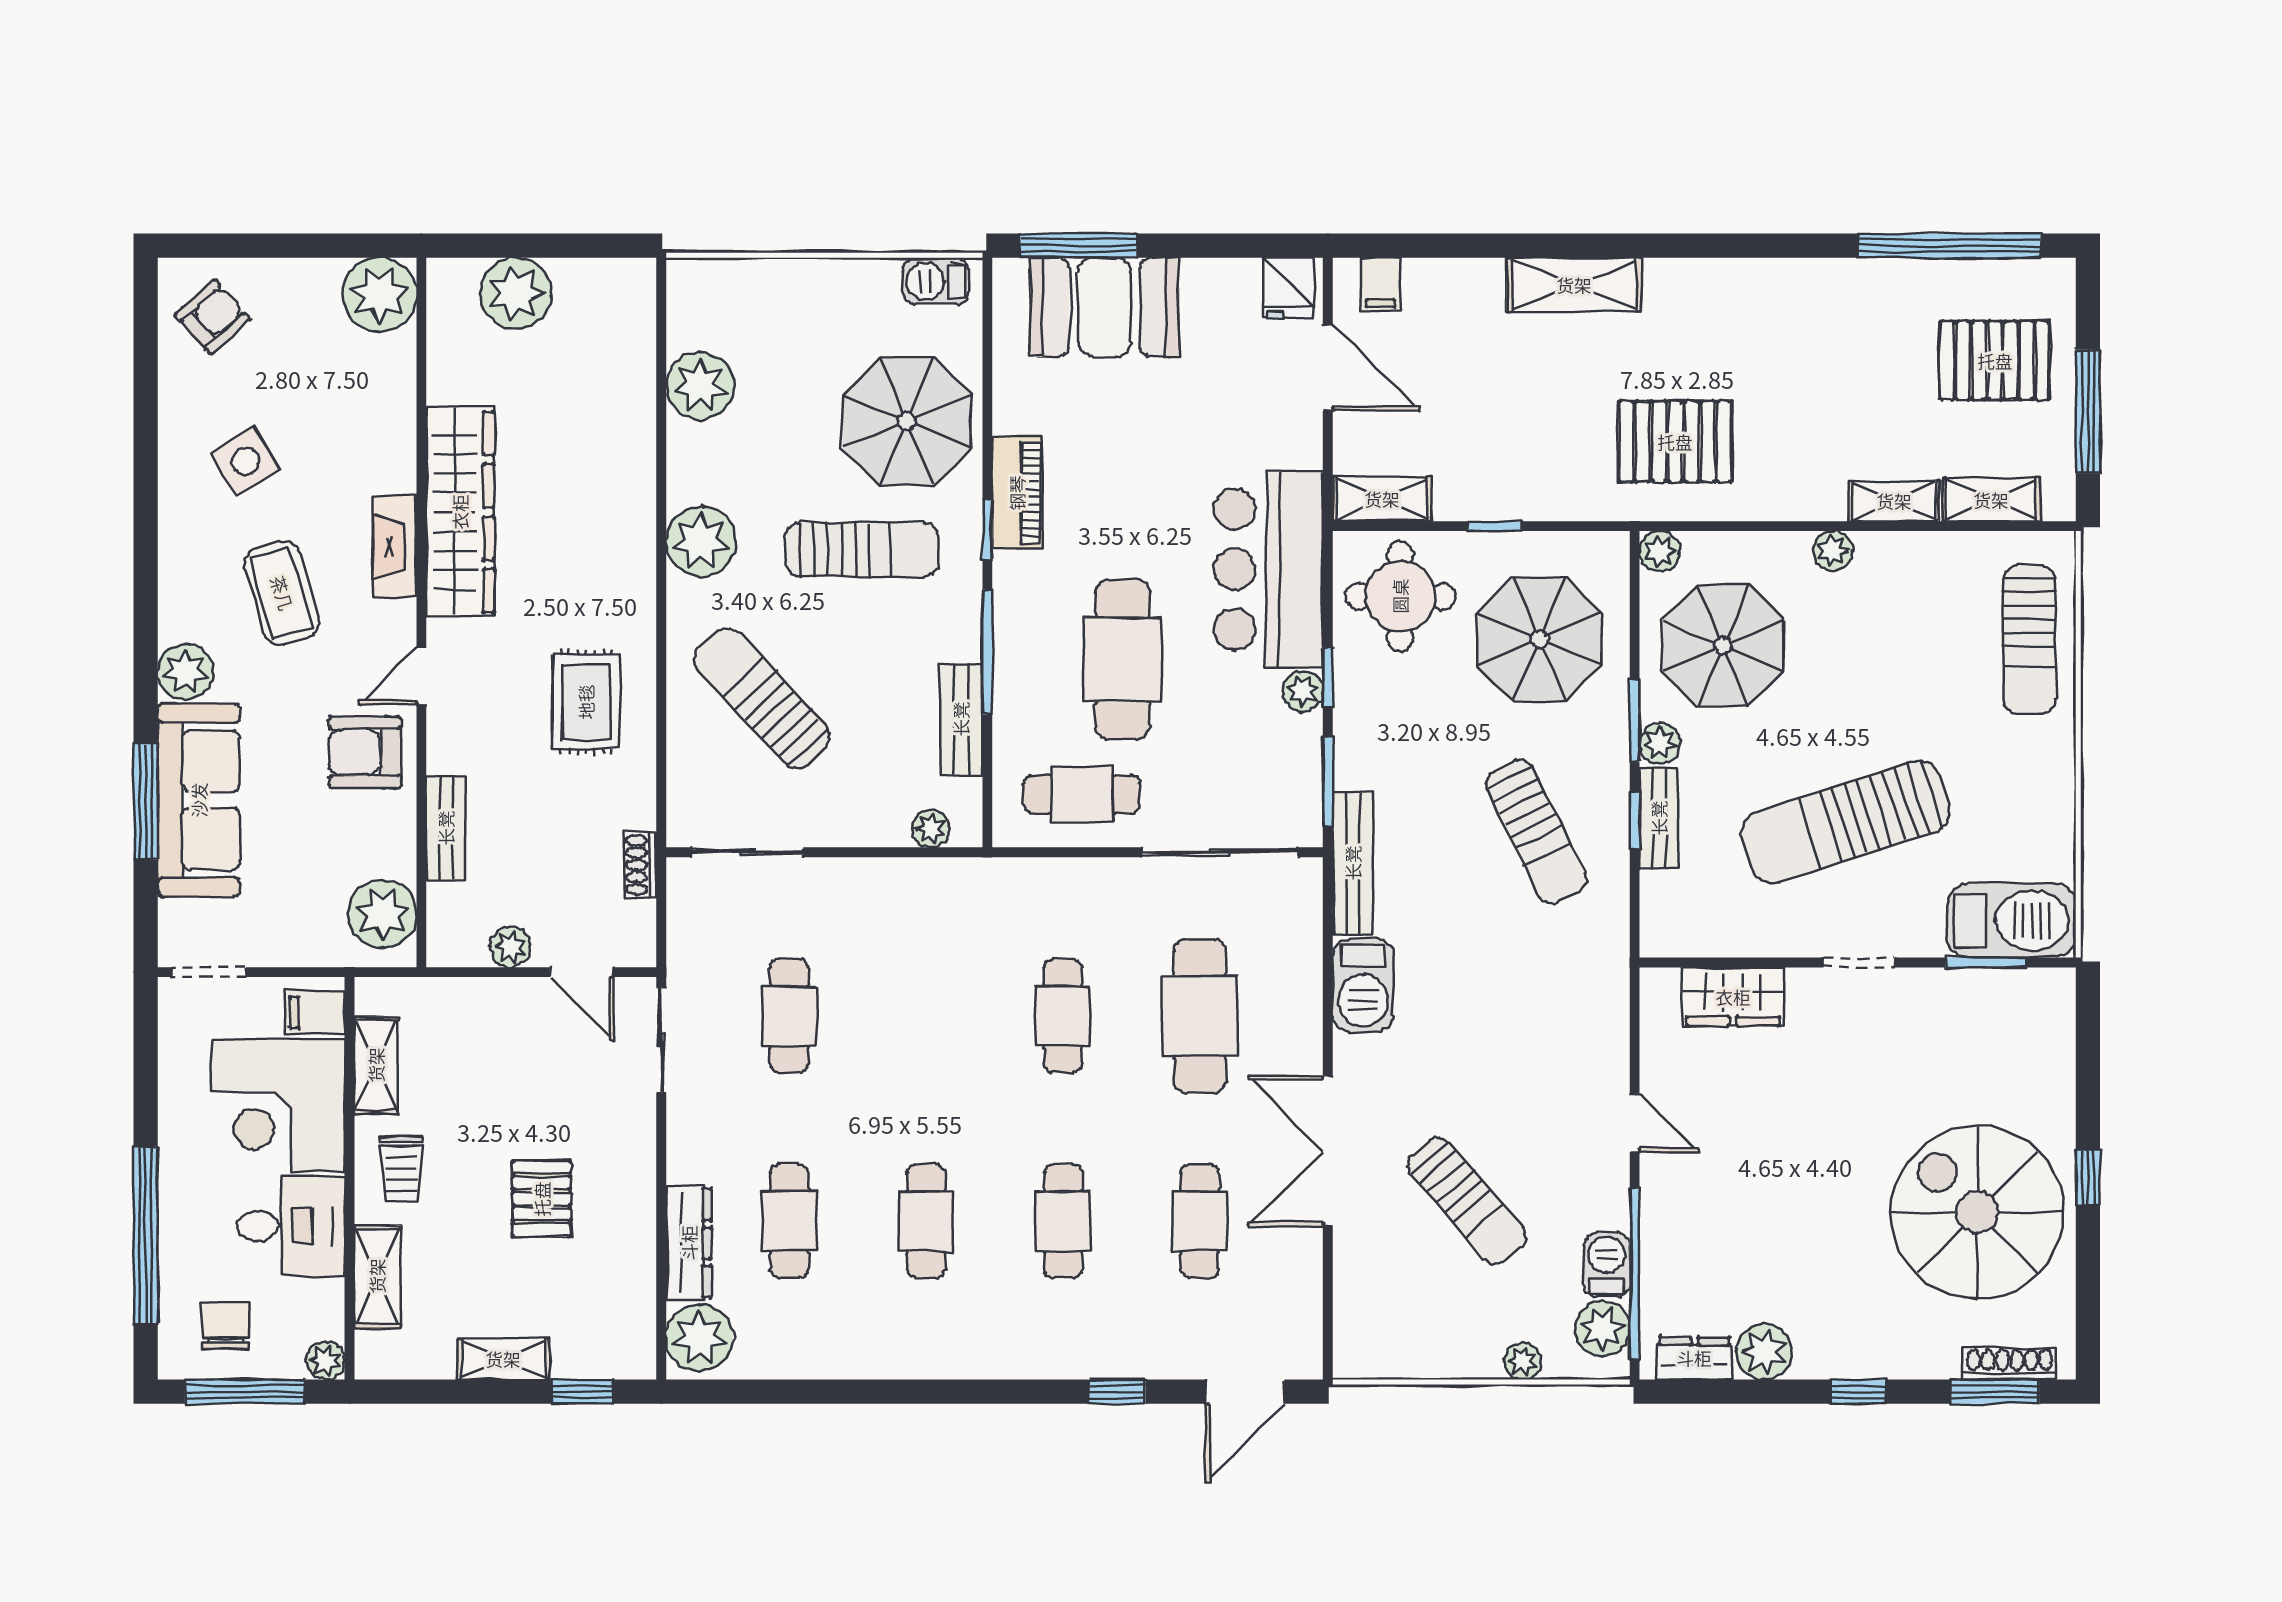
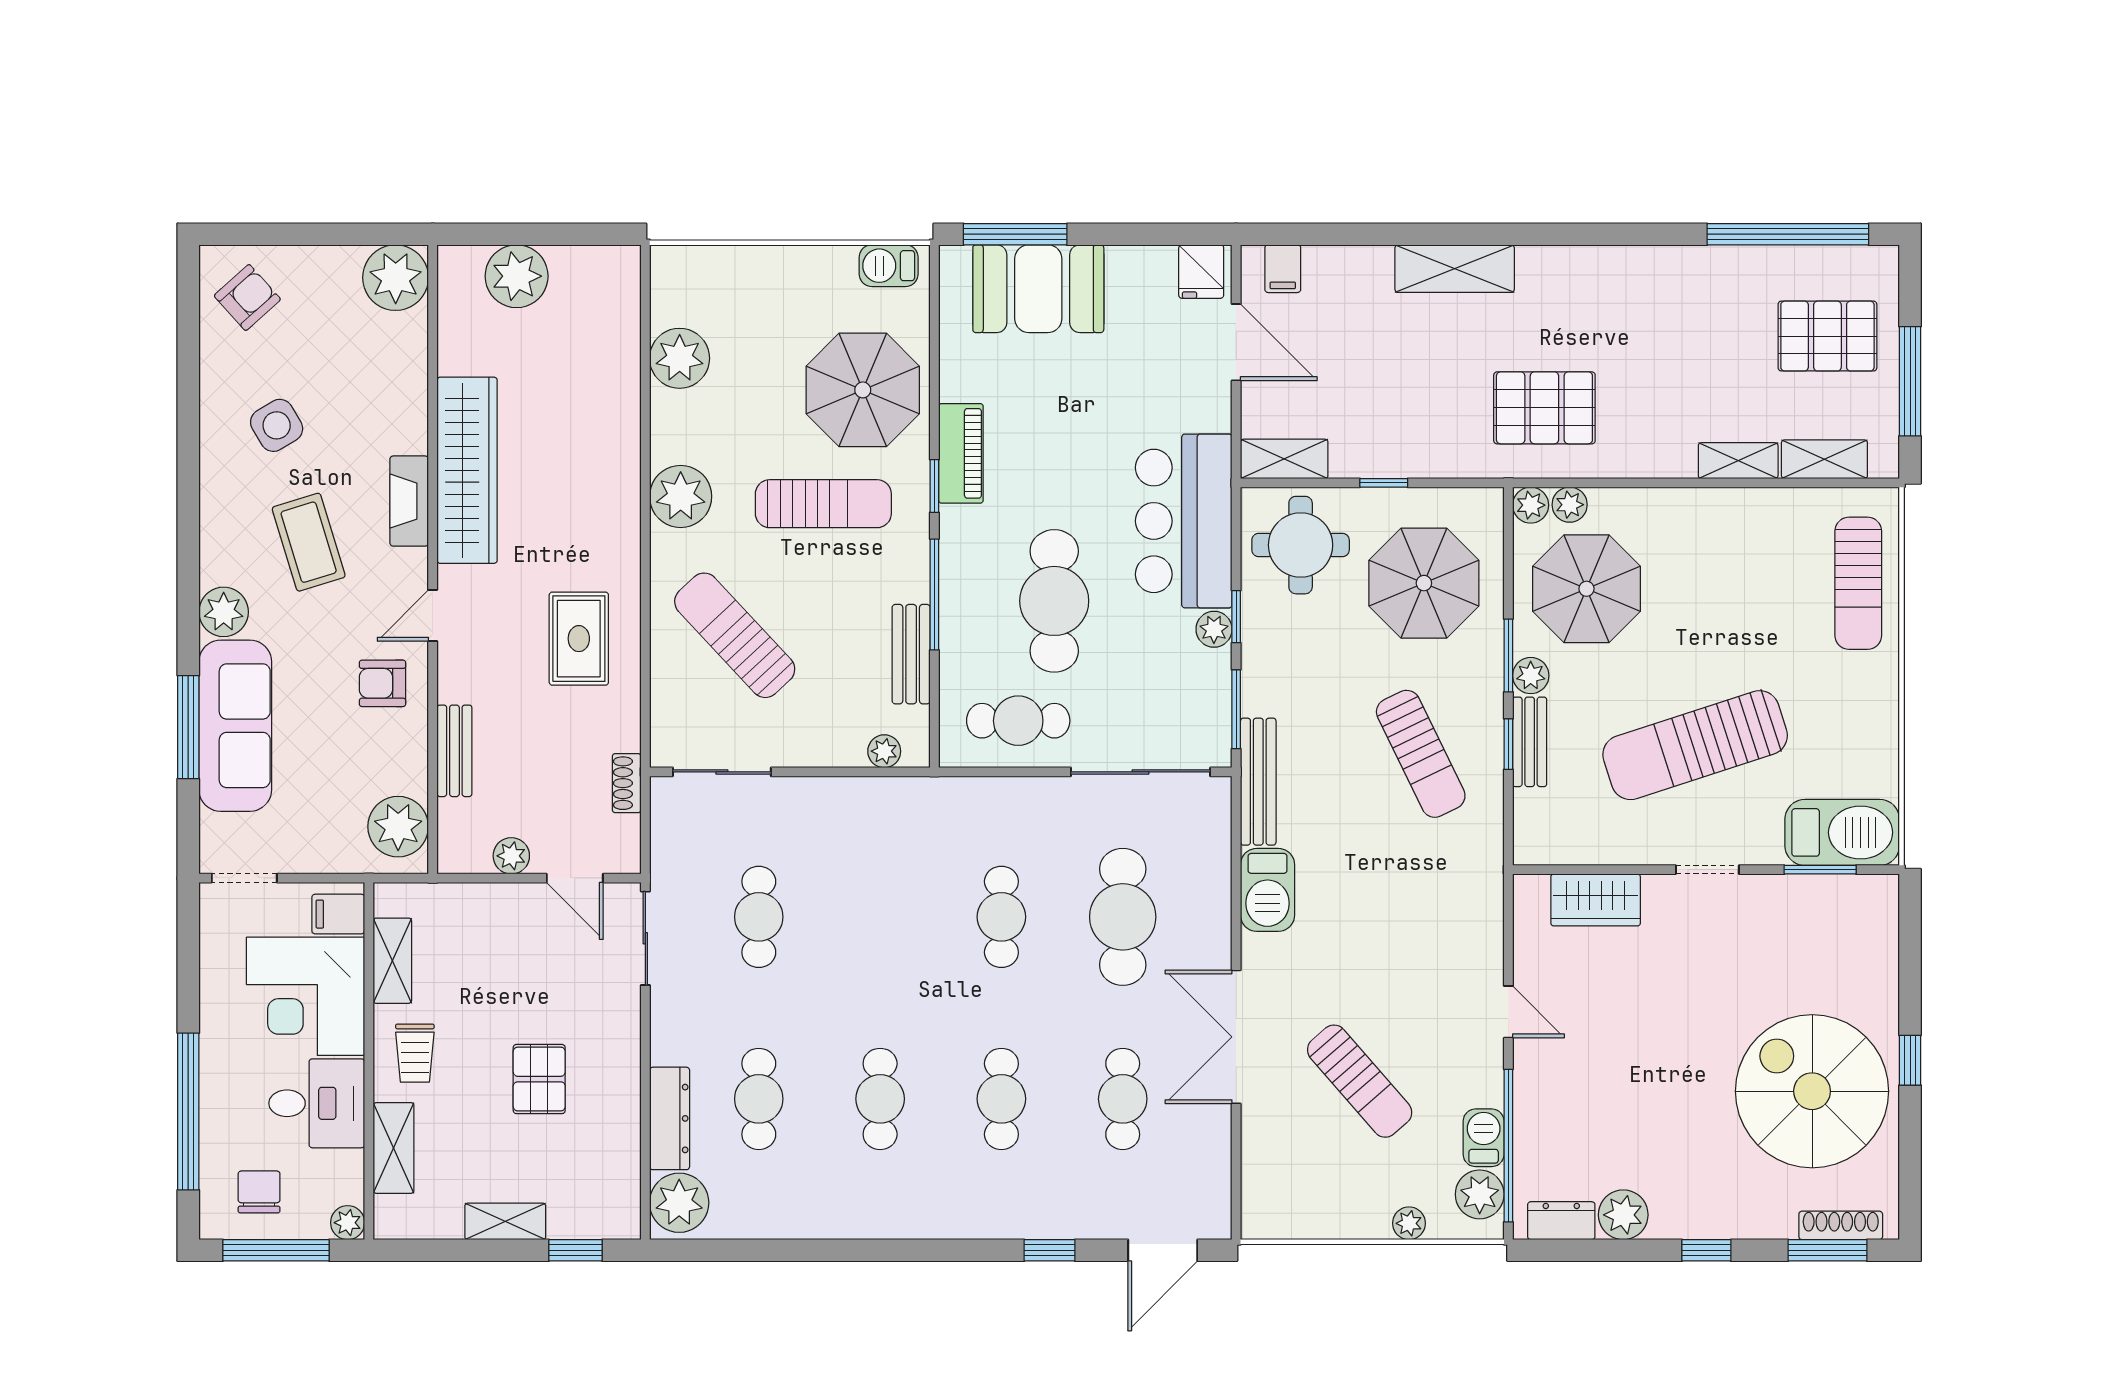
plant: (1833, 551) -> (1570, 505), moved
armchair: (365, 752) -> (382, 683), width x0.72, depth x0.72

